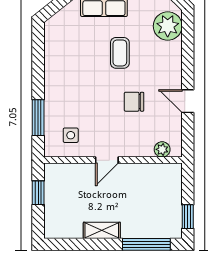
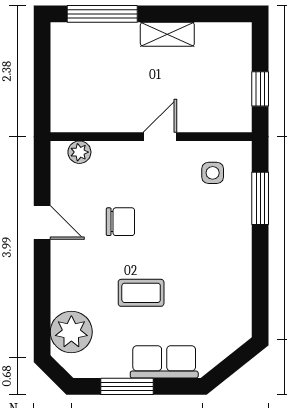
coffee table: (120, 53) -> (141, 293), turned 90
window: (188, 217) -> (42, 54), removed

